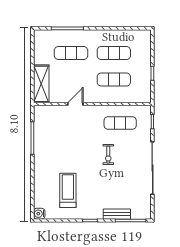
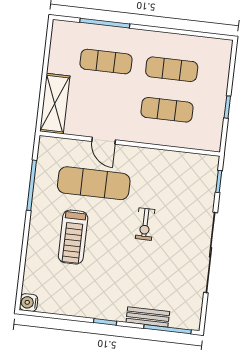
door: (75, 104) -> (104, 141), swing flipped
exercise mat: (120, 123) -> (94, 183), moved, width x1.36, depth x1.45
treadmill: (68, 190) -> (73, 237), moved, turned 180

